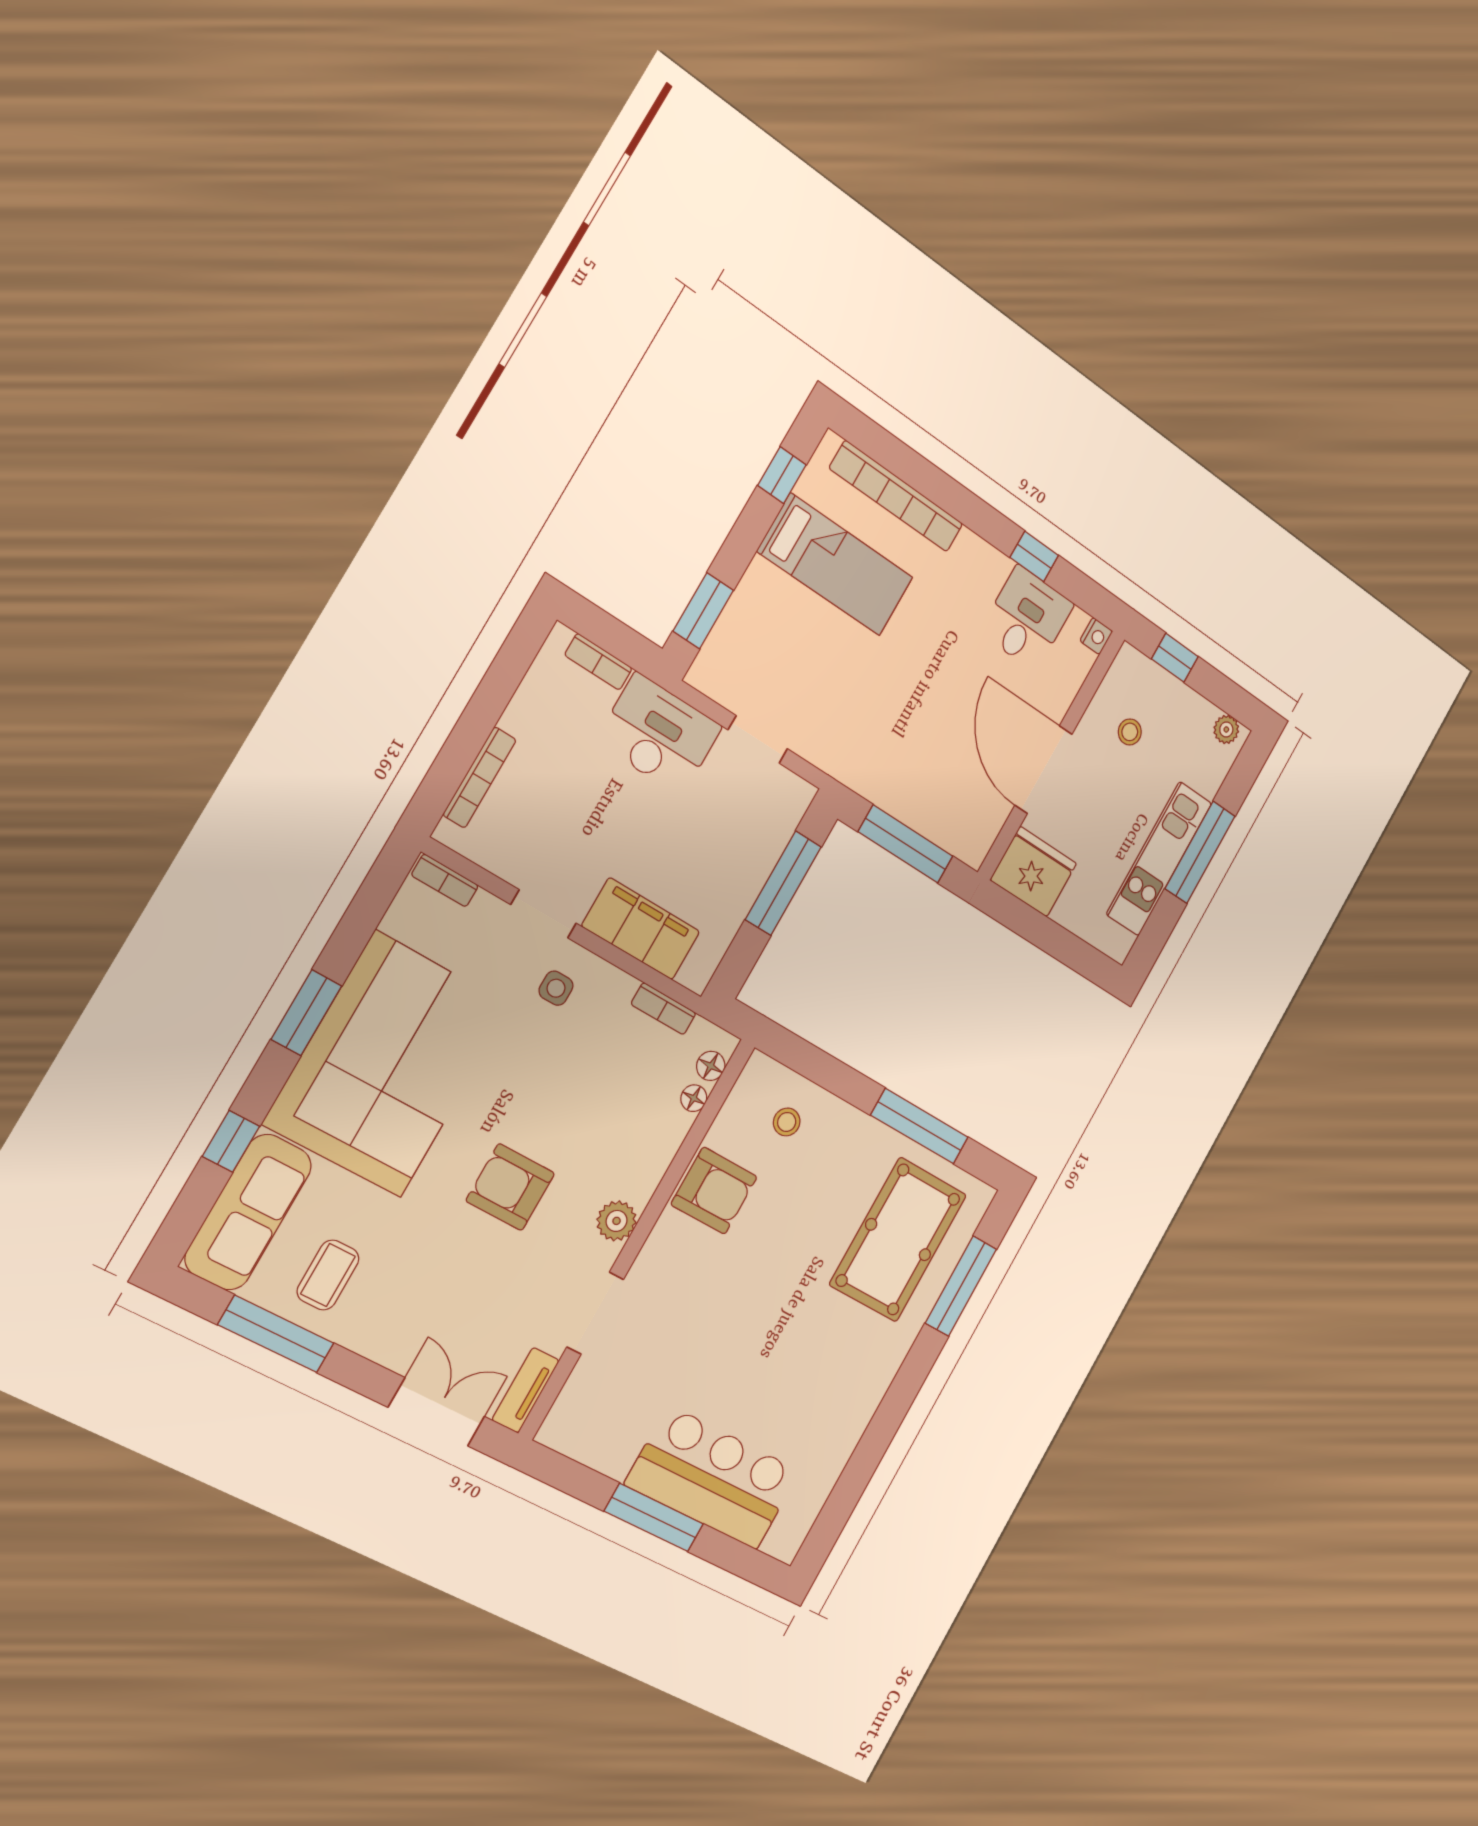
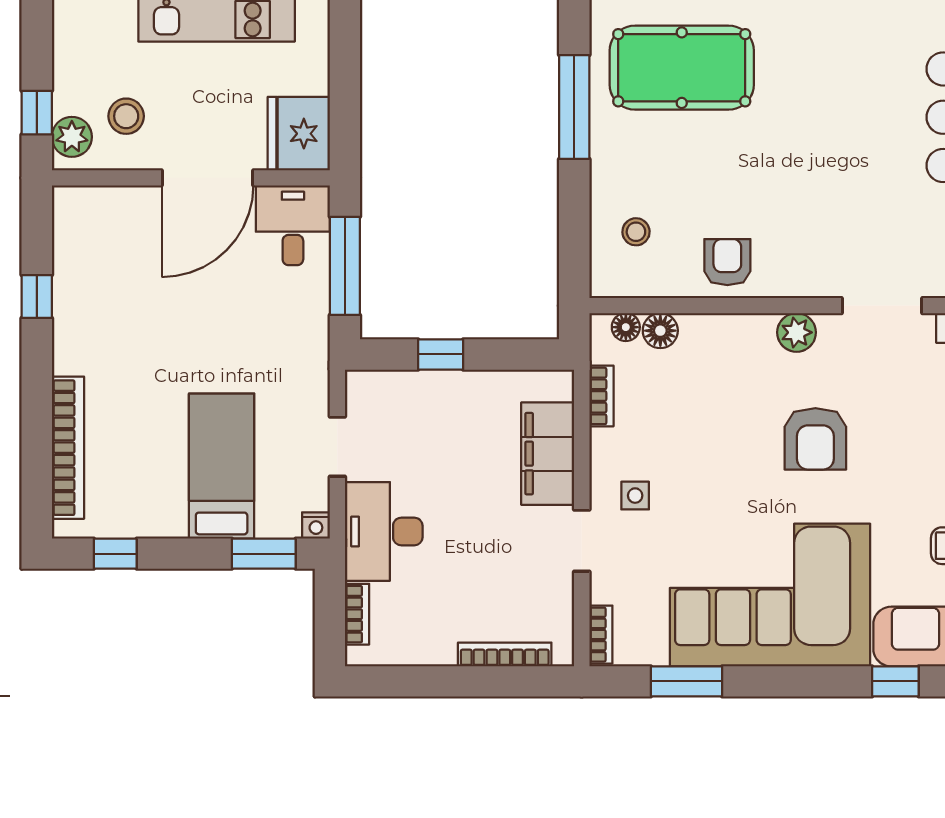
bed: (835, 565) -> (222, 466), moved
desk: (1027, 618) -> (293, 225), moved, turned 90
nightstand: (1096, 636) -> (316, 525), moved, turned 180
plant: (1226, 729) -> (72, 137), moved, width x1.38, depth x1.38
stool: (1130, 732) -> (126, 116), width x1.37, depth x1.37
window: (783, 883) -> (441, 354), width x0.46
window: (306, 1013) -> (687, 681), moved
floor lamp: (694, 1098) -> (660, 331), width x1.37, depth x1.37
armchair: (714, 1191) -> (727, 262), width x0.72, depth x0.72

